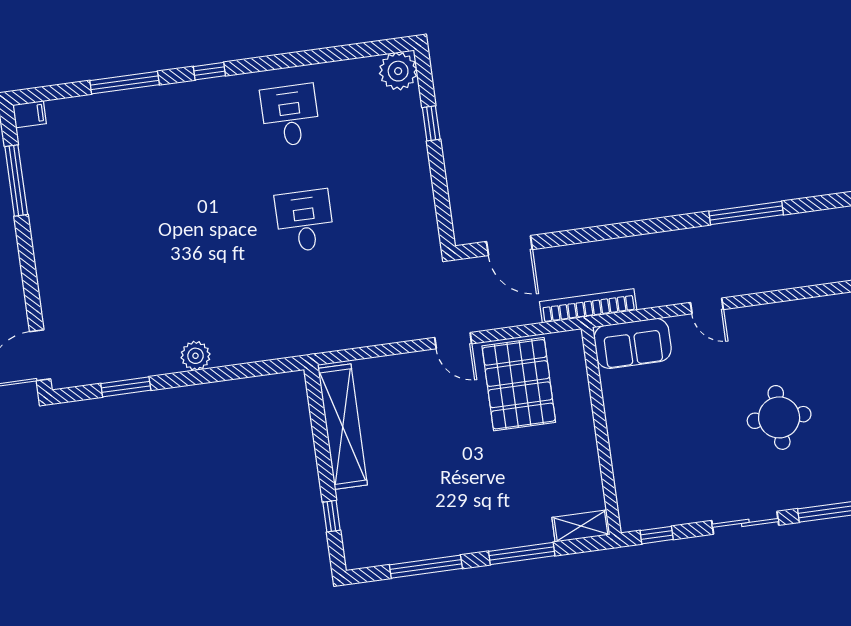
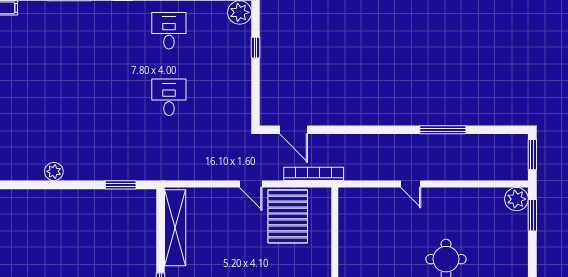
bookcase: (588, 306) -> (314, 174), moved
sofa: (633, 343) -> (362, 201), removed
plant: (196, 356) -> (54, 171), moved
window: (126, 387) -> (121, 185), moved

